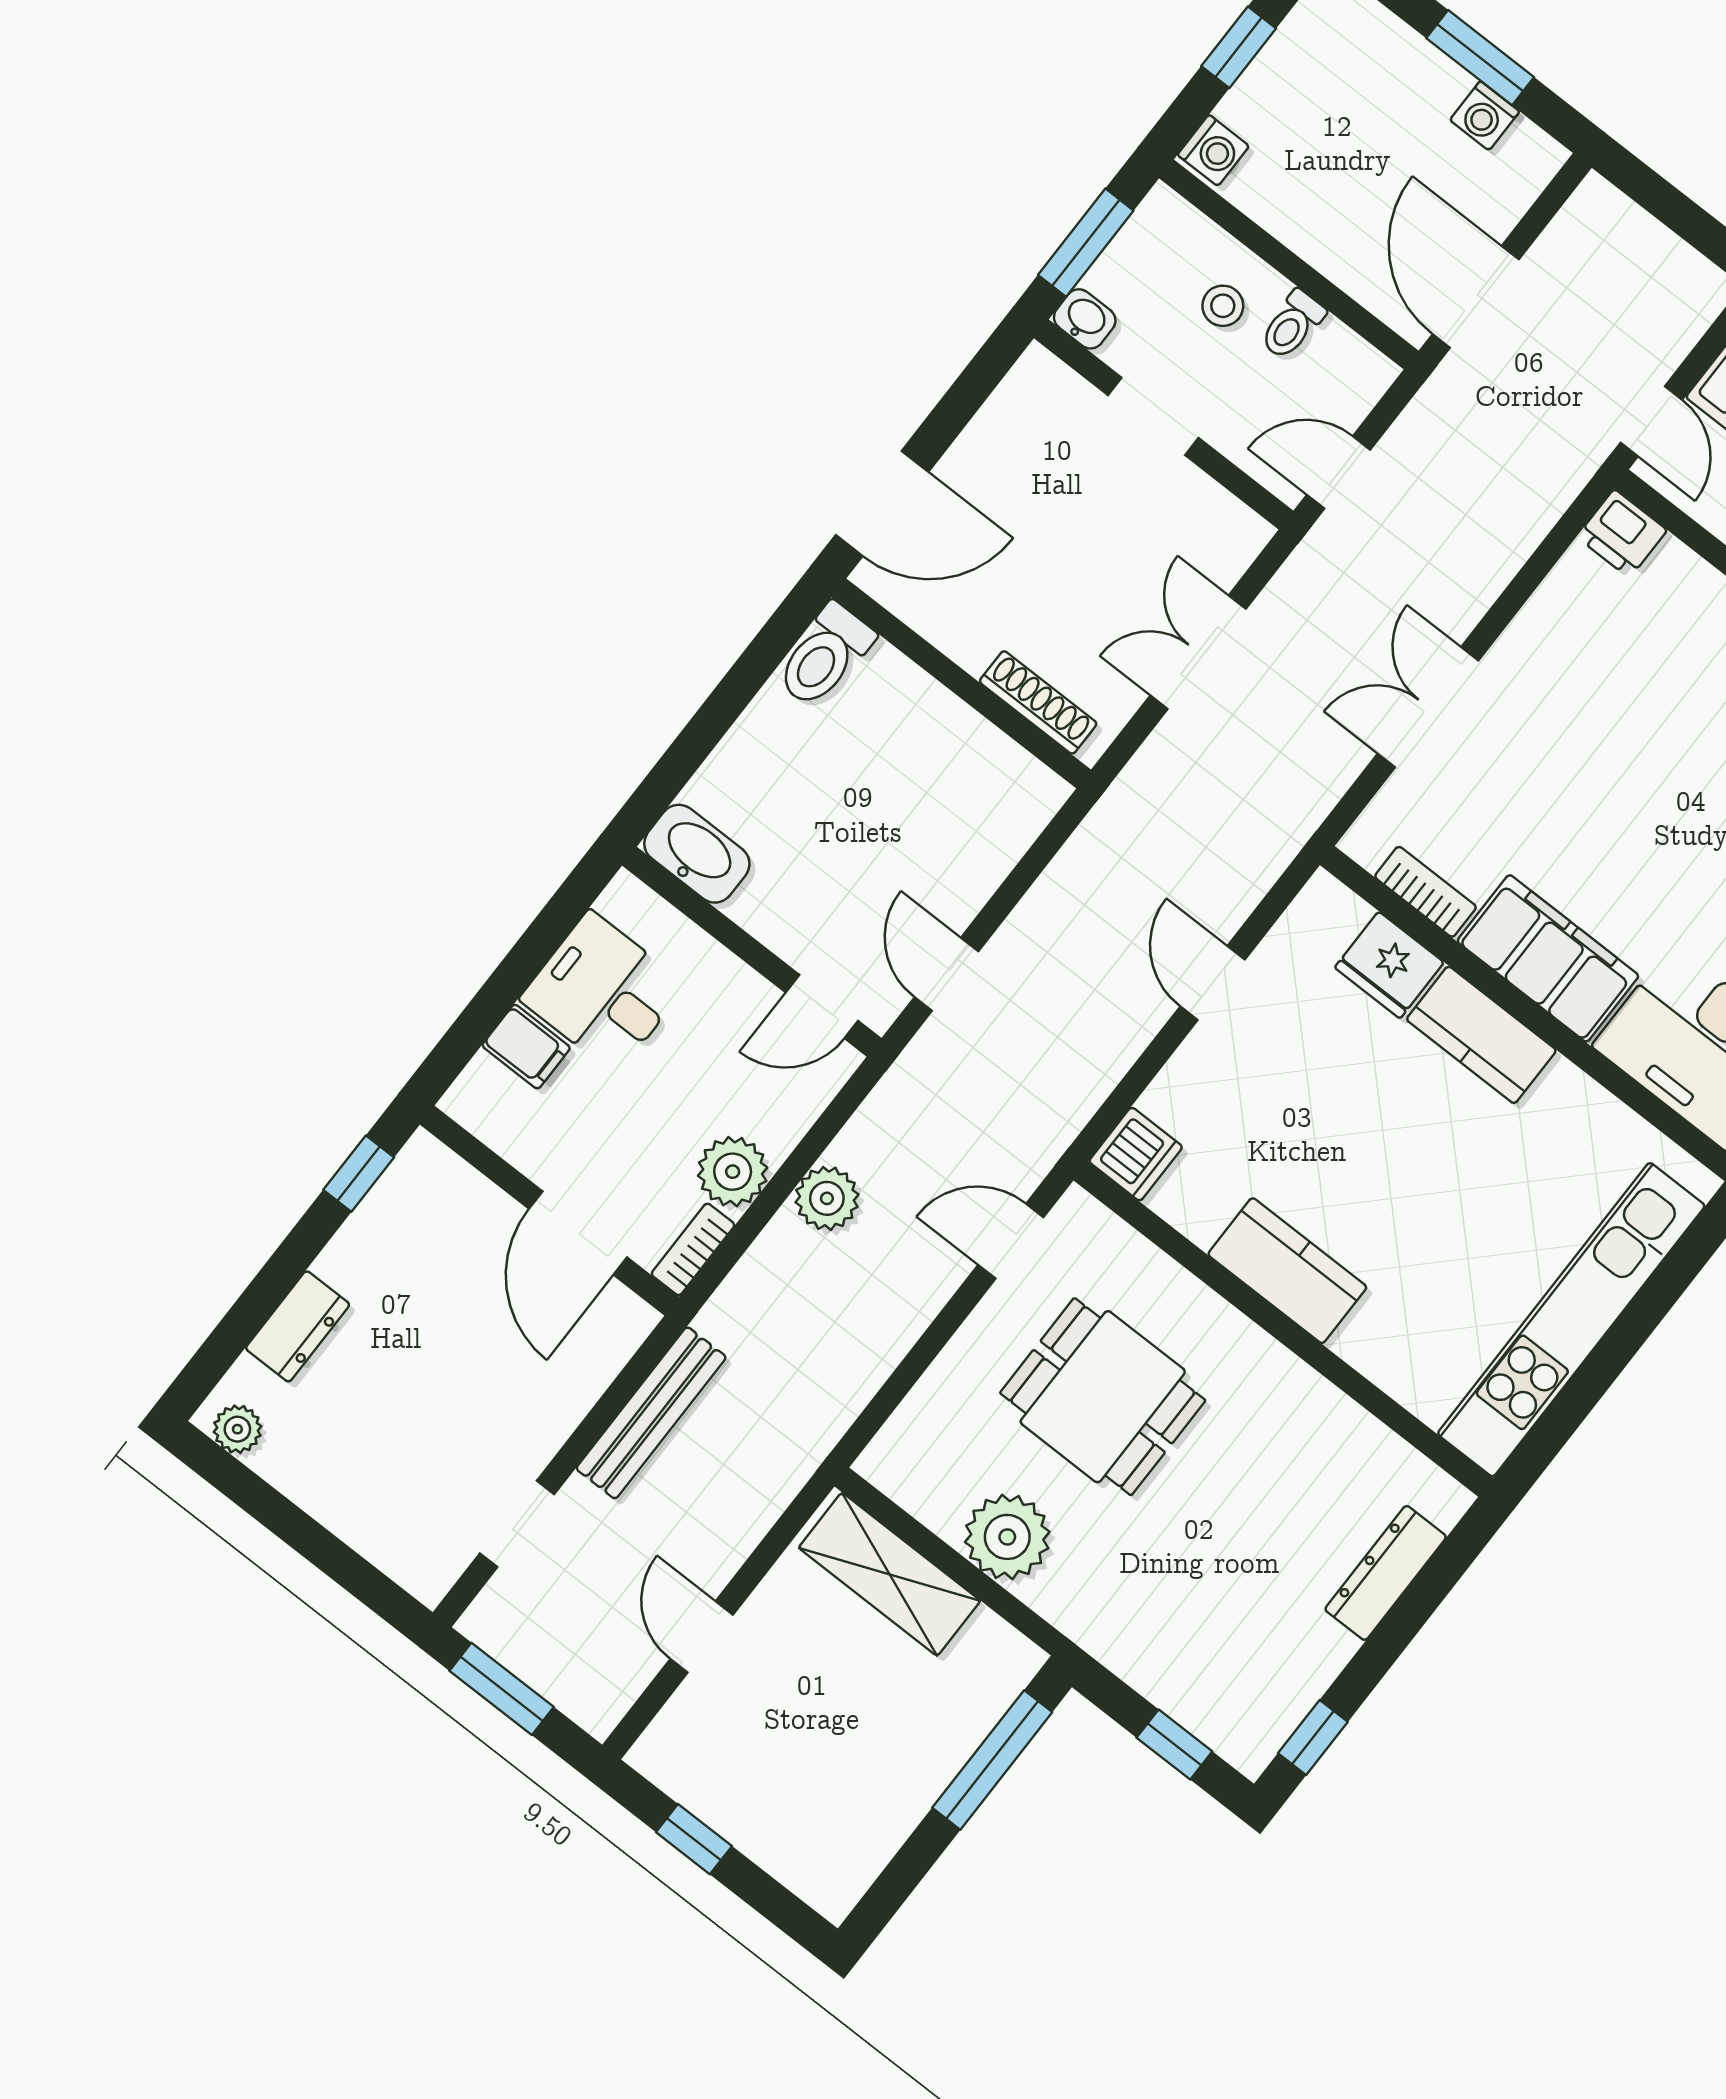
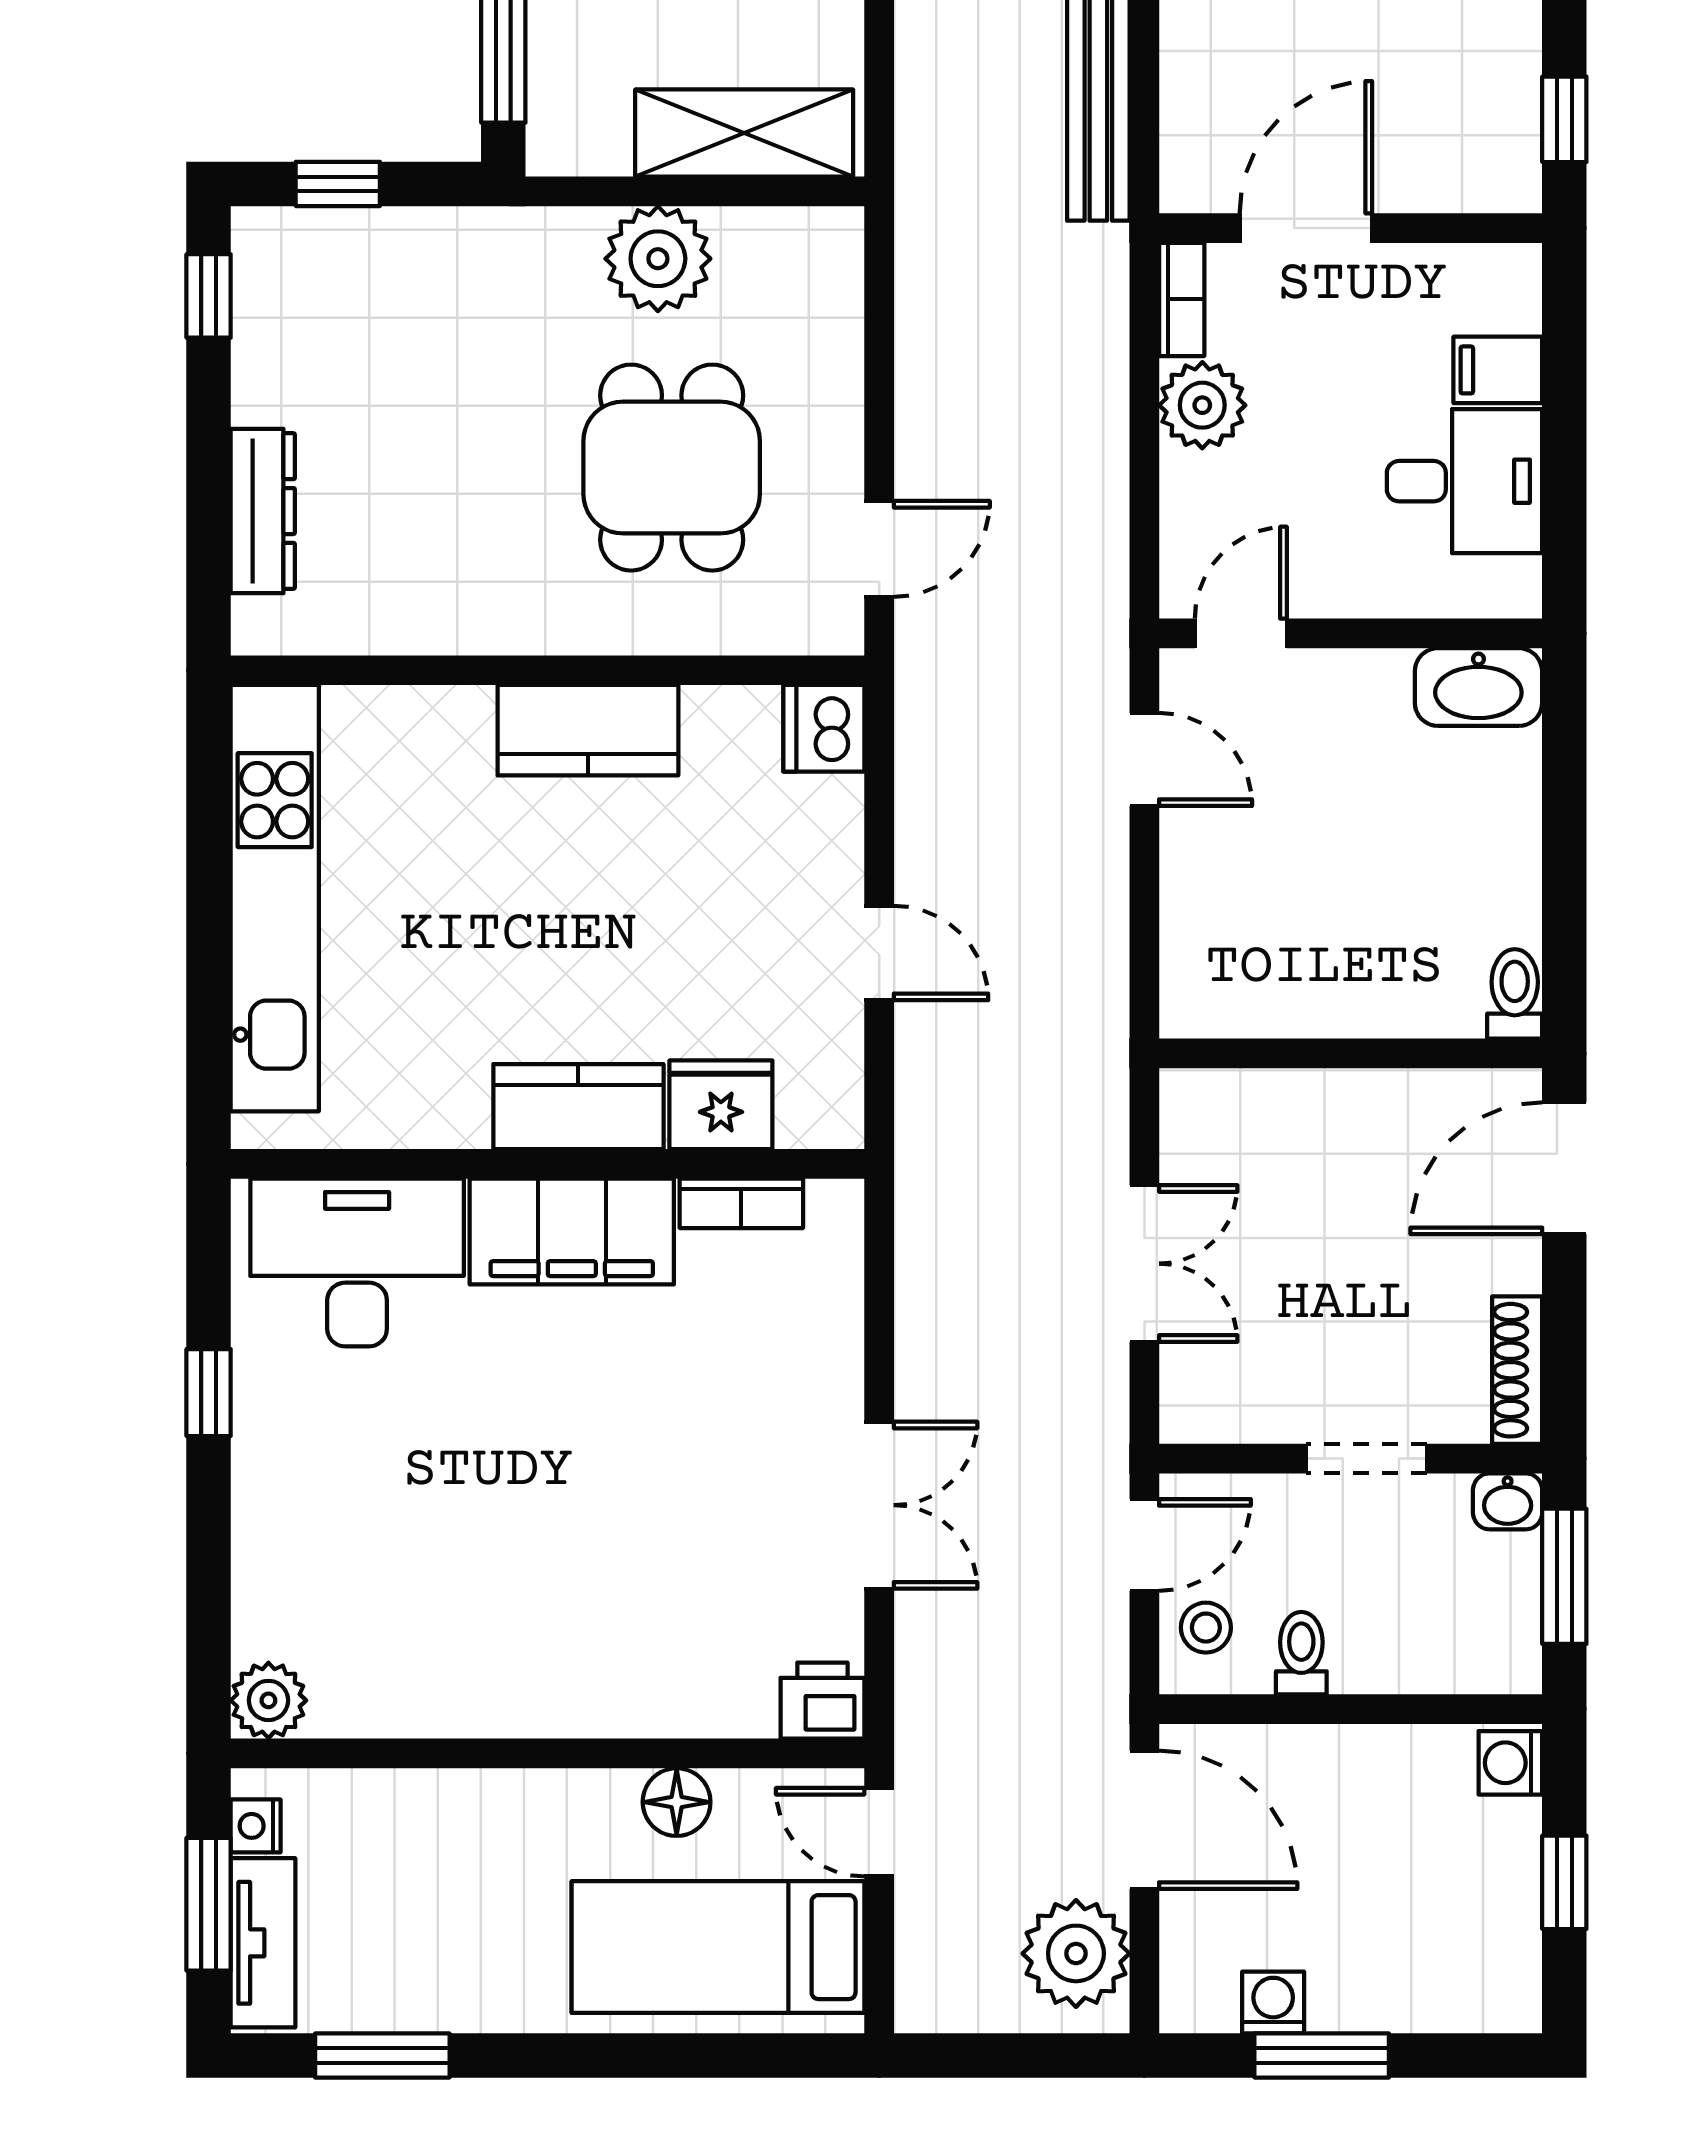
stool: (1223, 306) -> (1206, 1628), moved
toilet: (825, 656) -> (1515, 994), width x0.73, depth x0.72
shoe rack: (1038, 702) -> (1517, 1370), moved, turned 90
double door: (1428, 707) -> (879, 1505), moved
plant: (827, 1198) -> (1076, 1953), moved, width x1.36, depth x1.36
door: (578, 1233) -> (1306, 228), hinge flipped
dining table: (1103, 1397) -> (672, 468), turned 90

